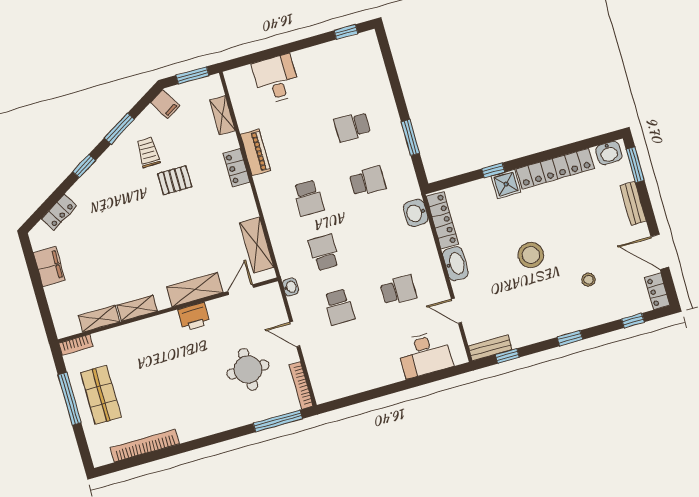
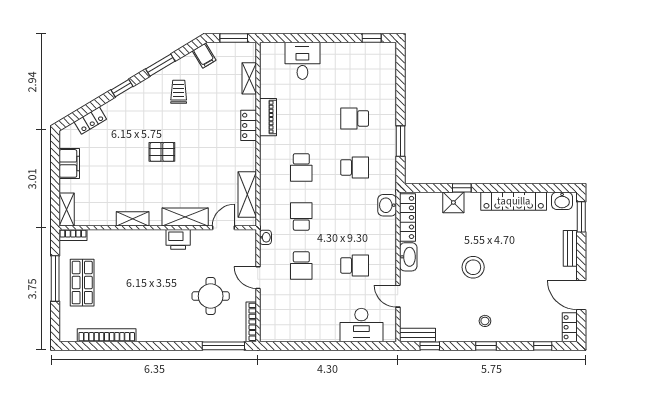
pallet: (175, 180) -> (162, 152), moved
shower: (506, 184) -> (453, 202), moved
stool: (588, 280) -> (485, 321), moved
shelving: (99, 319) -> (67, 210), moved, turned 90

